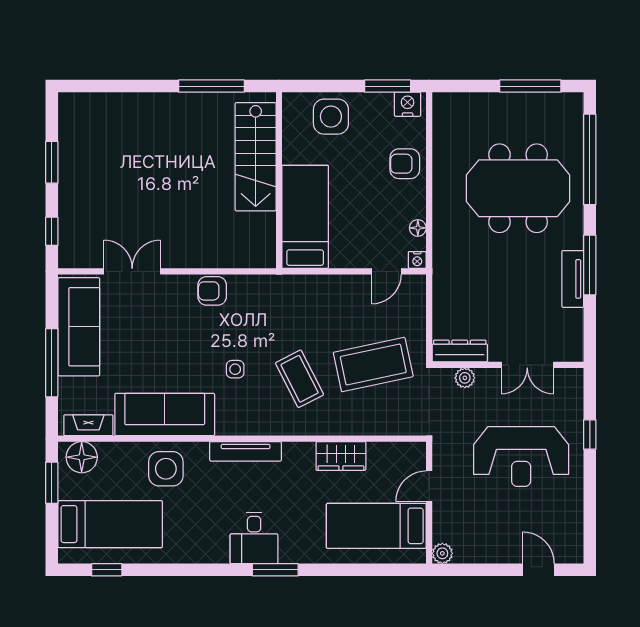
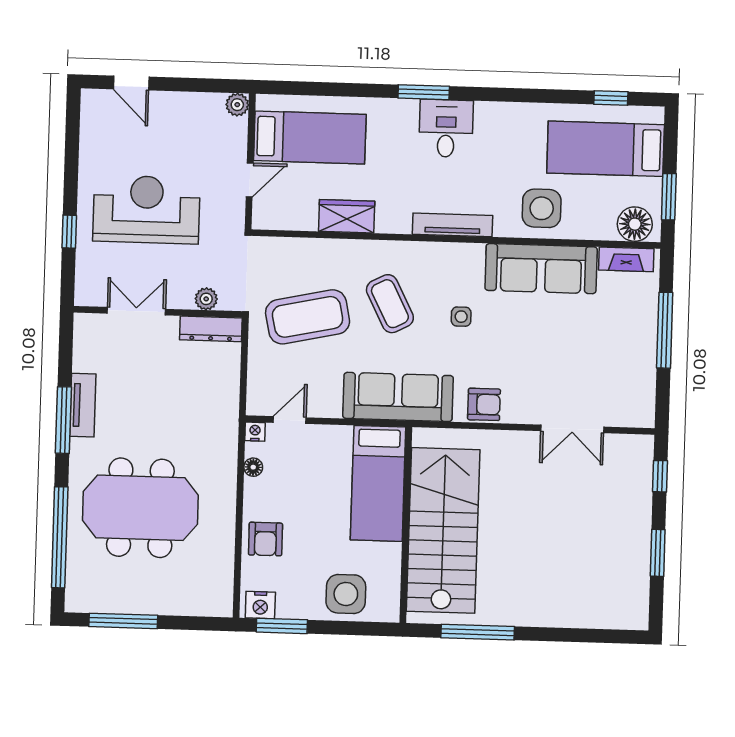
stairs: (256, 157) -> (443, 530), width x1.36, depth x1.51
armchair: (405, 164) -> (265, 539), turned 90
sofa: (79, 327) -> (398, 397), moved, turned 90

